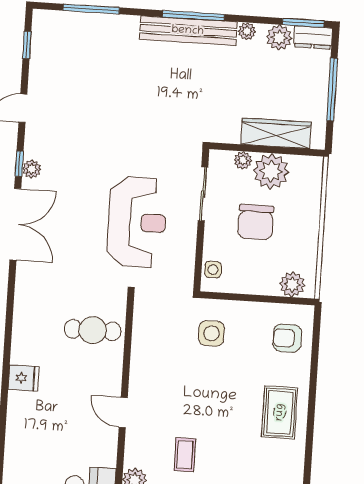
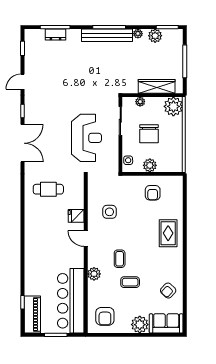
dresser: (313, 37) -> (55, 35), moved
plant: (32, 169) -> (29, 113), removed
plant: (271, 171) -> (173, 106), moved
plant: (292, 284) -> (150, 165), moved
cafe table: (93, 330) -> (48, 189), moved
side table: (211, 333) -> (109, 212), moved
armchair: (287, 338) -> (153, 193), moved, turned -90
fridge: (24, 378) -> (76, 216), moved, turned 180

